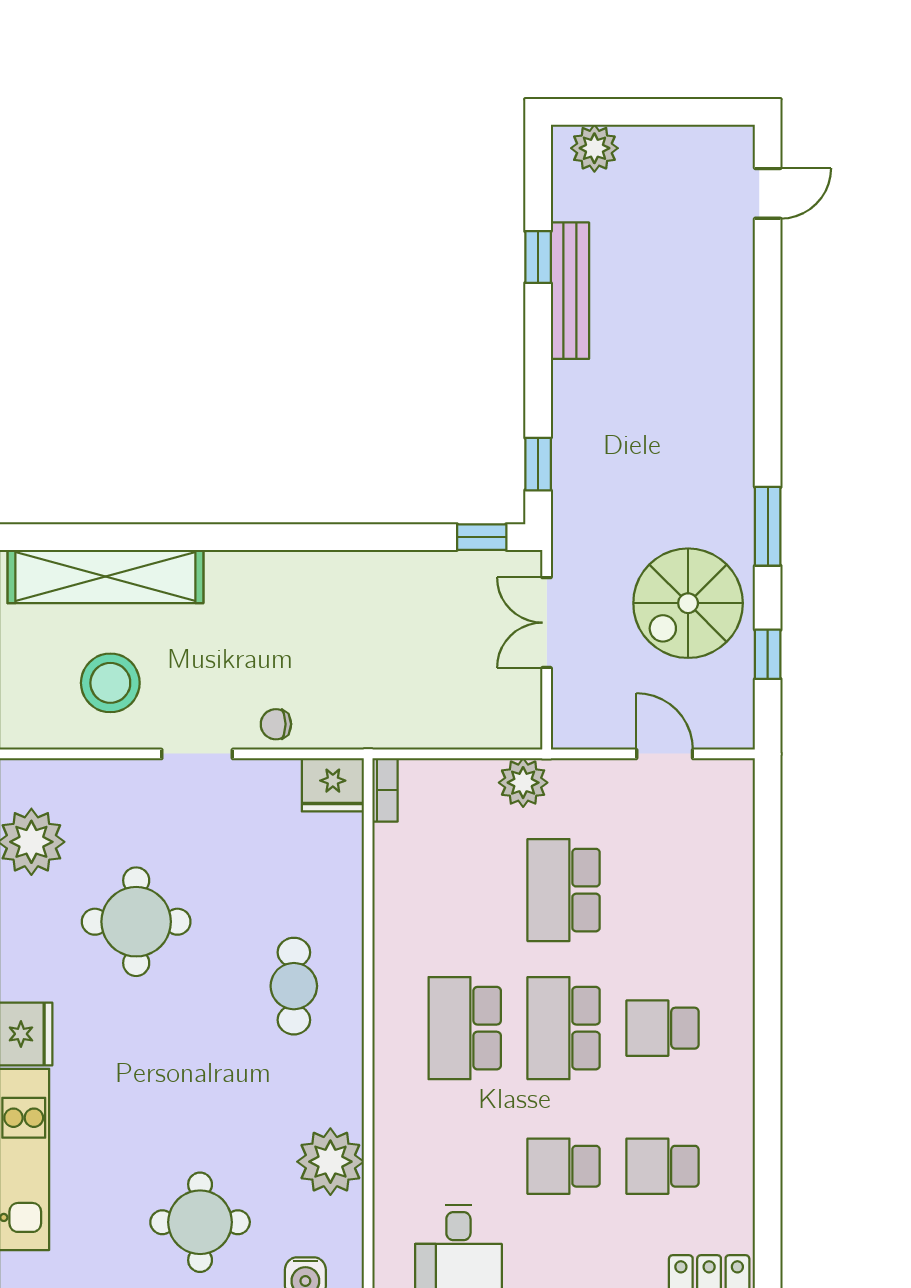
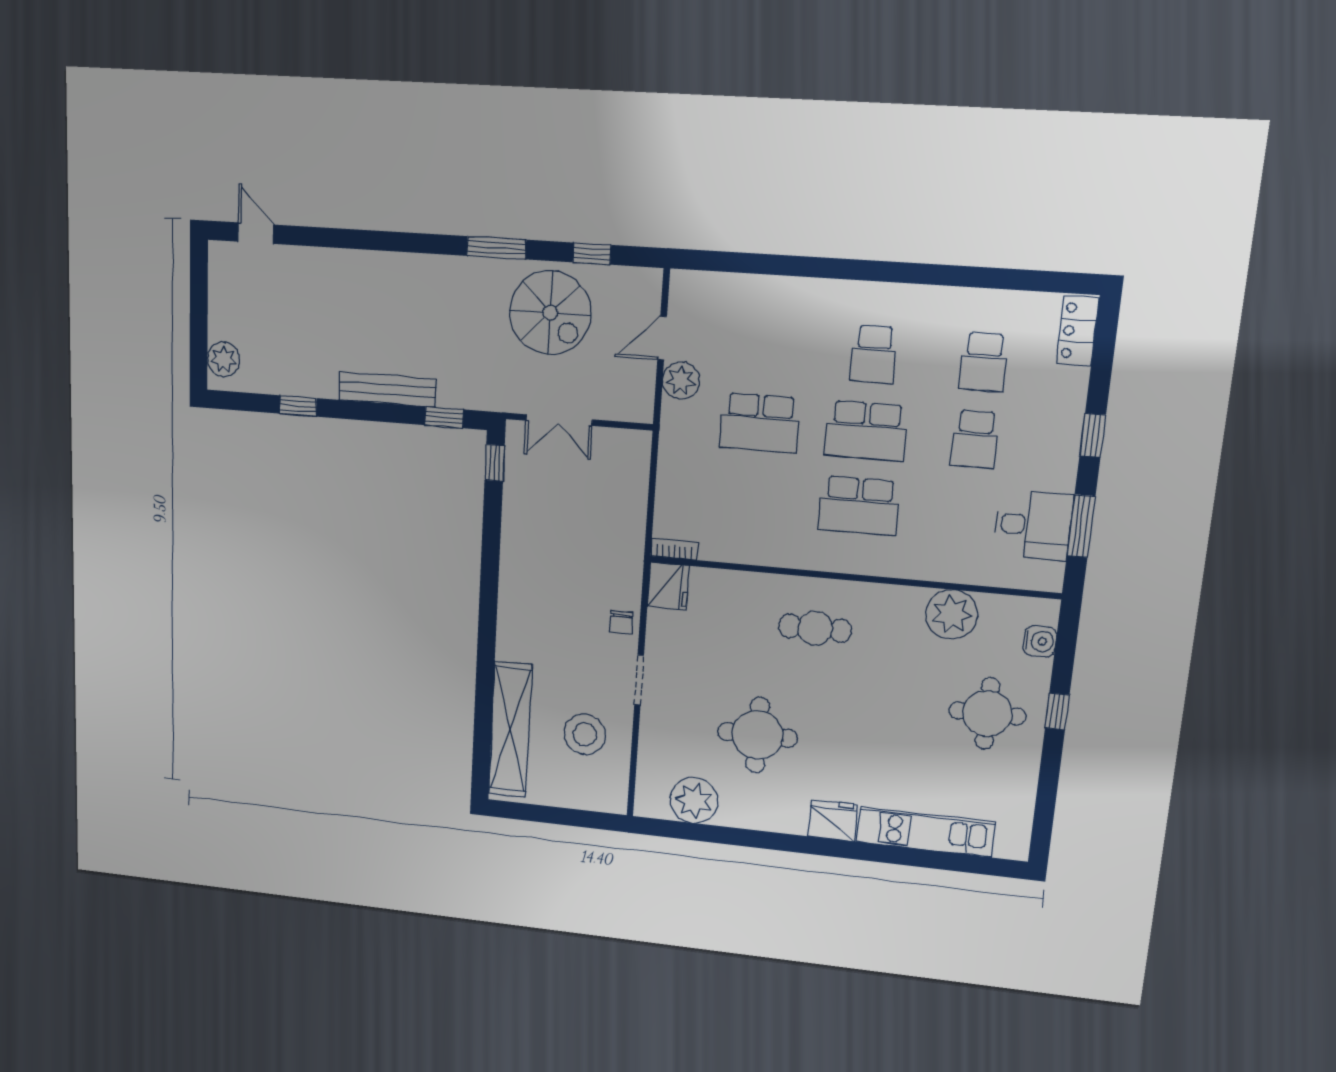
bench: (570, 291) -> (387, 390), moved
plant: (523, 783) -> (681, 381), moved

